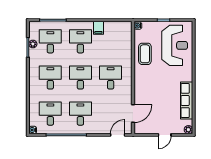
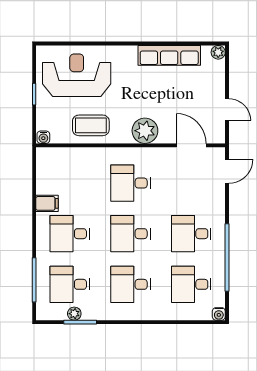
plant: (142, 86) -> (145, 131), added
door: (118, 135) -> (227, 171), swing flipped
door: (165, 135) -> (227, 110), moved

